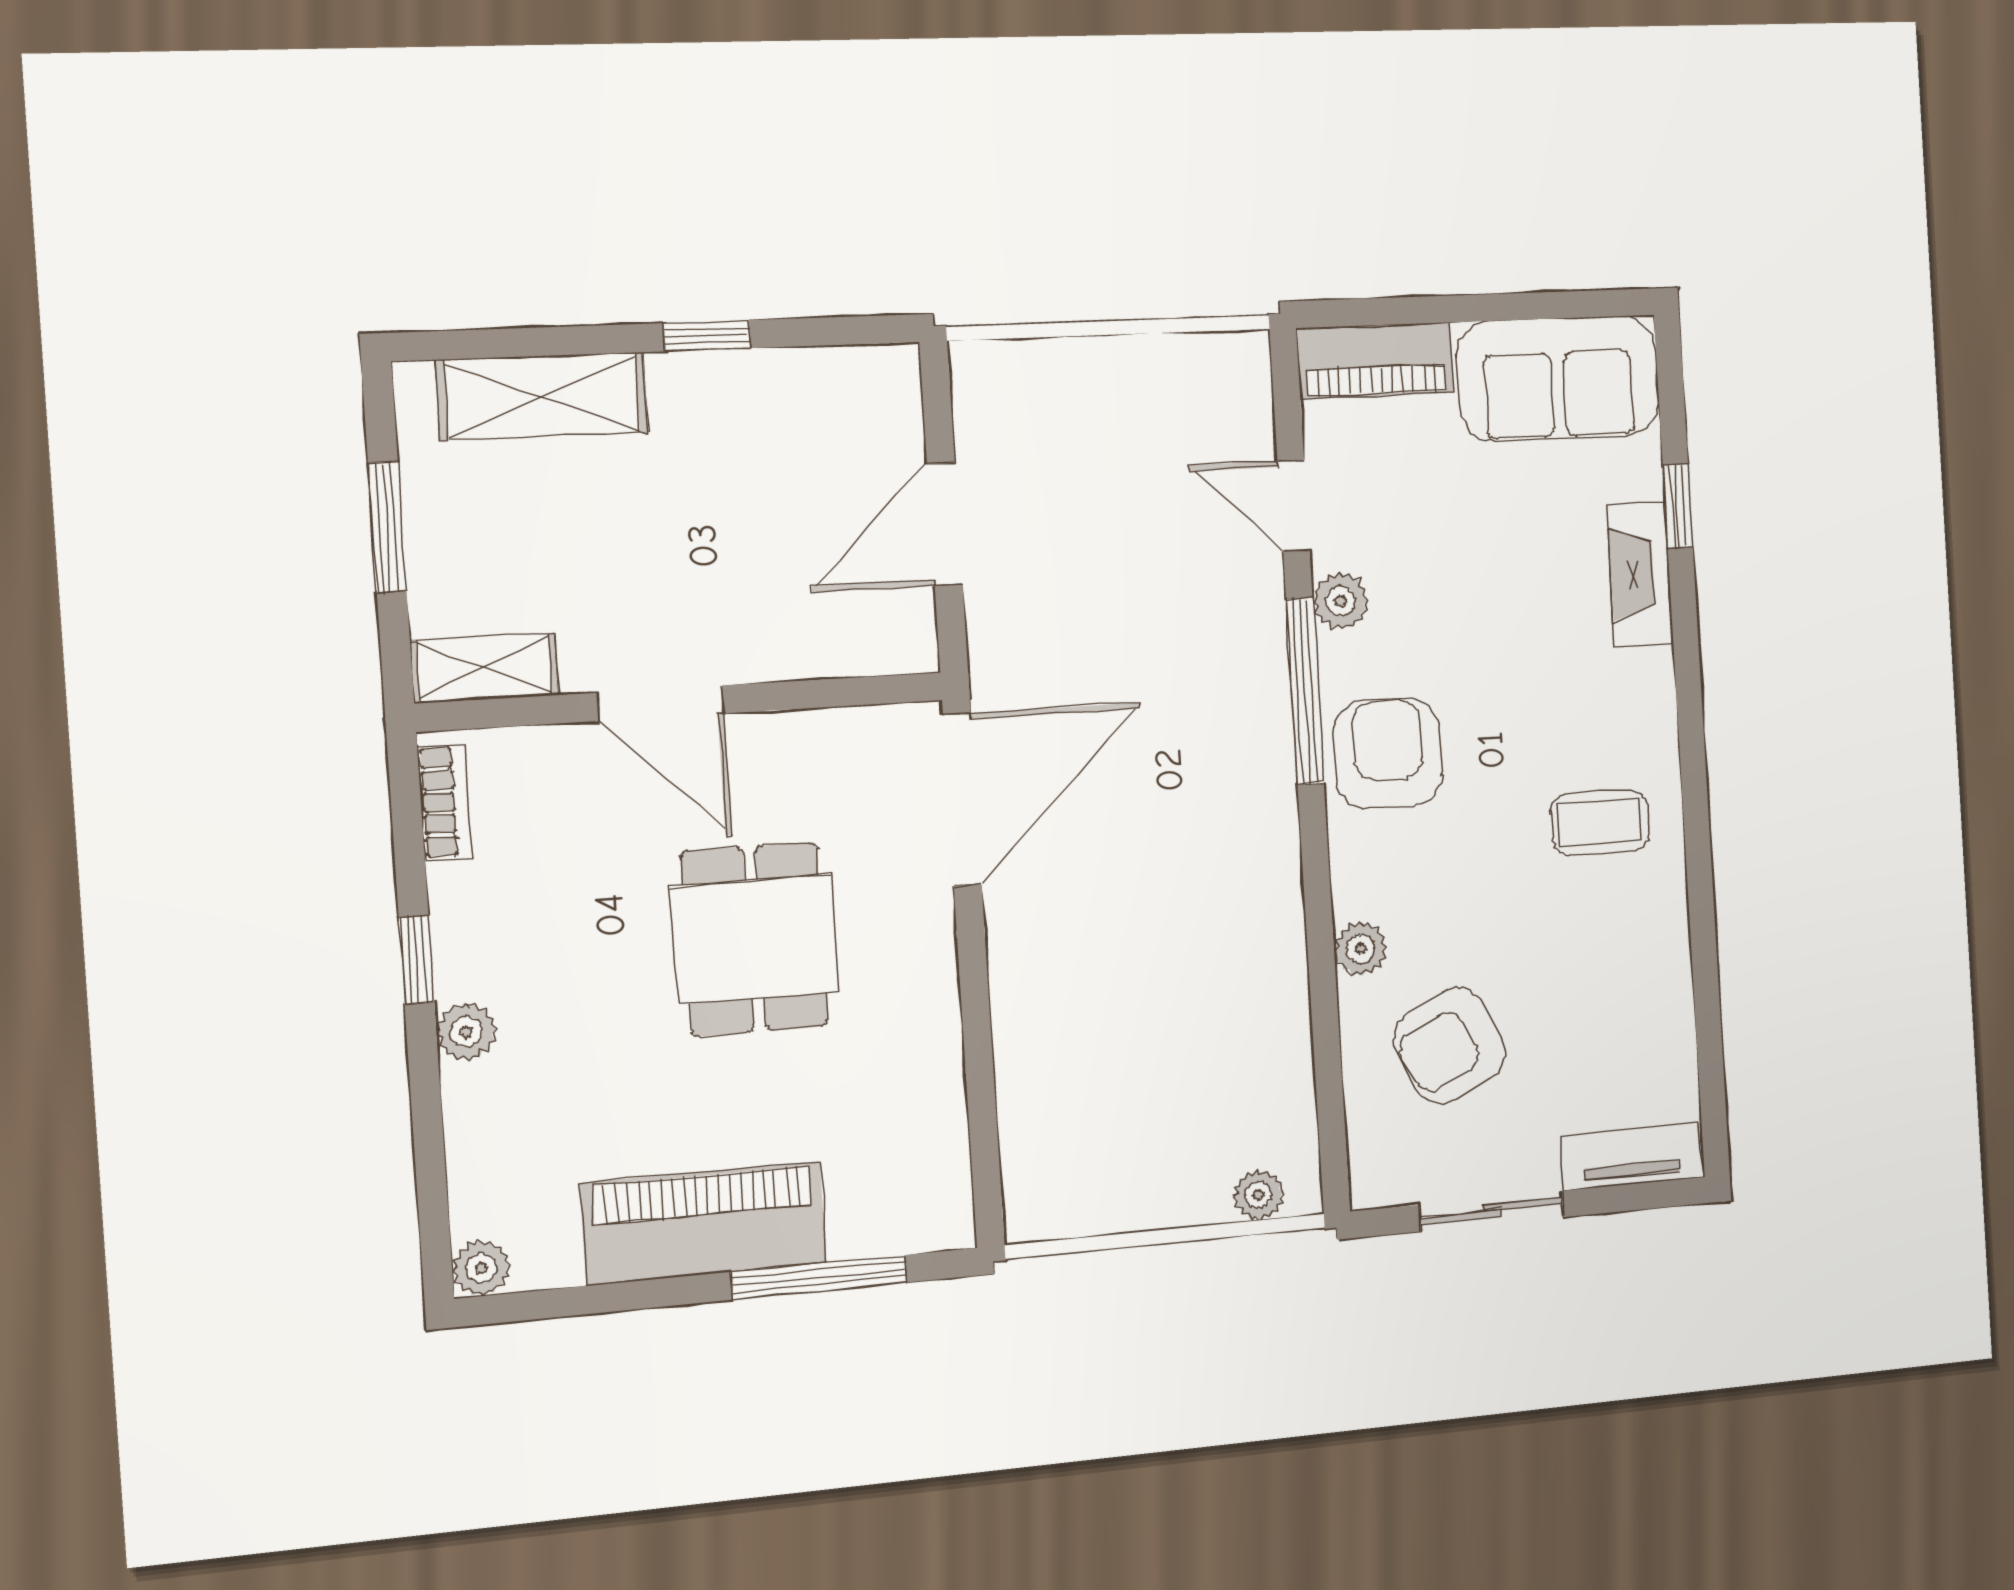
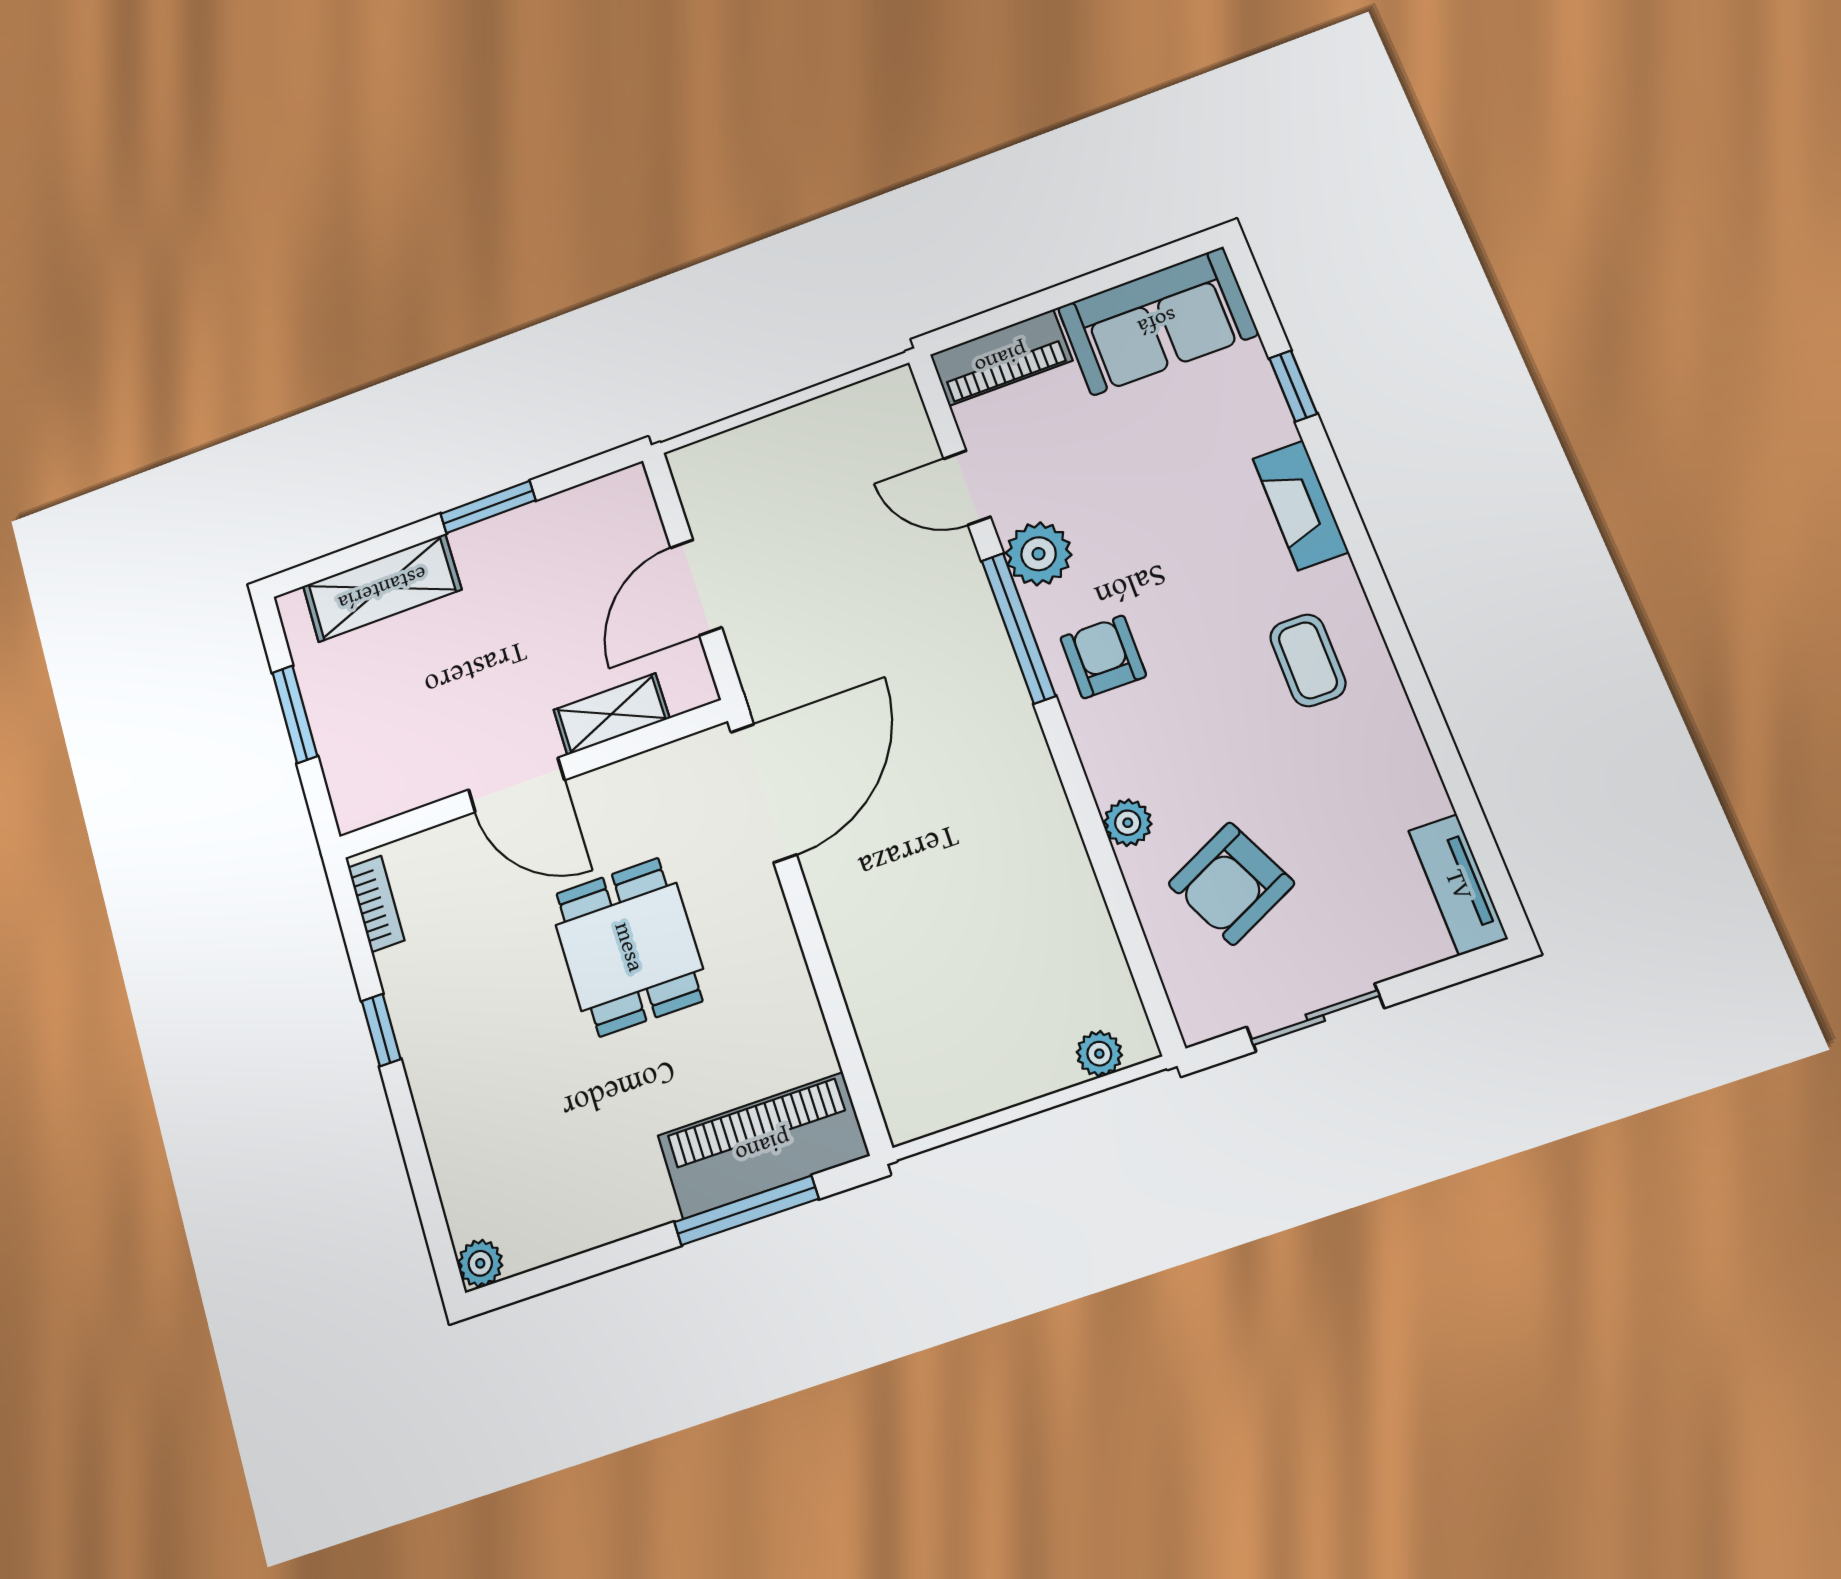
window: (707, 336) -> (488, 507), width x1.50
fireplace: (1640, 574) -> (1301, 505), moved
plant: (1340, 601) -> (1039, 554), width x1.38, depth x1.38
shelving: (484, 668) -> (611, 714), moved
armchair: (1388, 753) -> (1103, 657), width x0.72, depth x0.72
coffee table: (1600, 823) -> (1308, 660), turned 90
plant: (466, 1032) -> (429, 1076), removed
tv unit: (1631, 1156) -> (1458, 885), moved, turned -90
piano: (704, 1223) -> (763, 1146), moved

